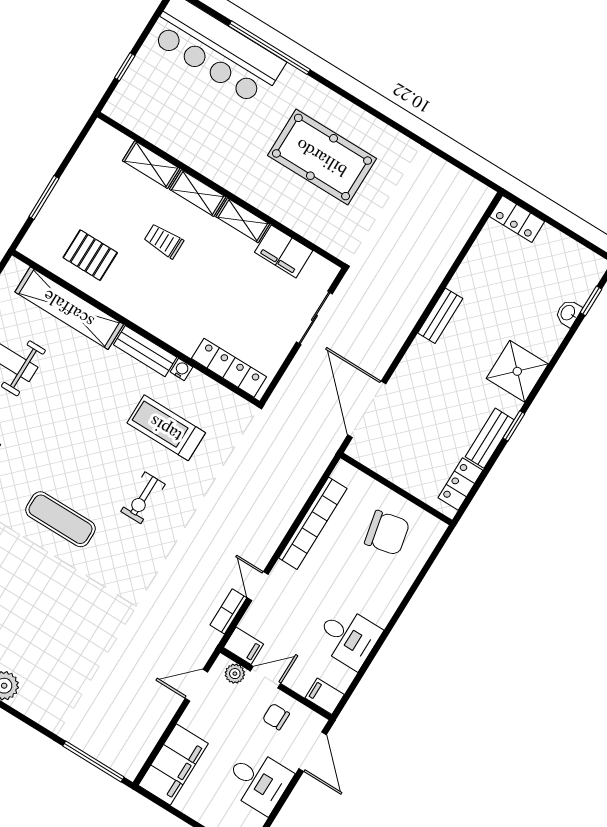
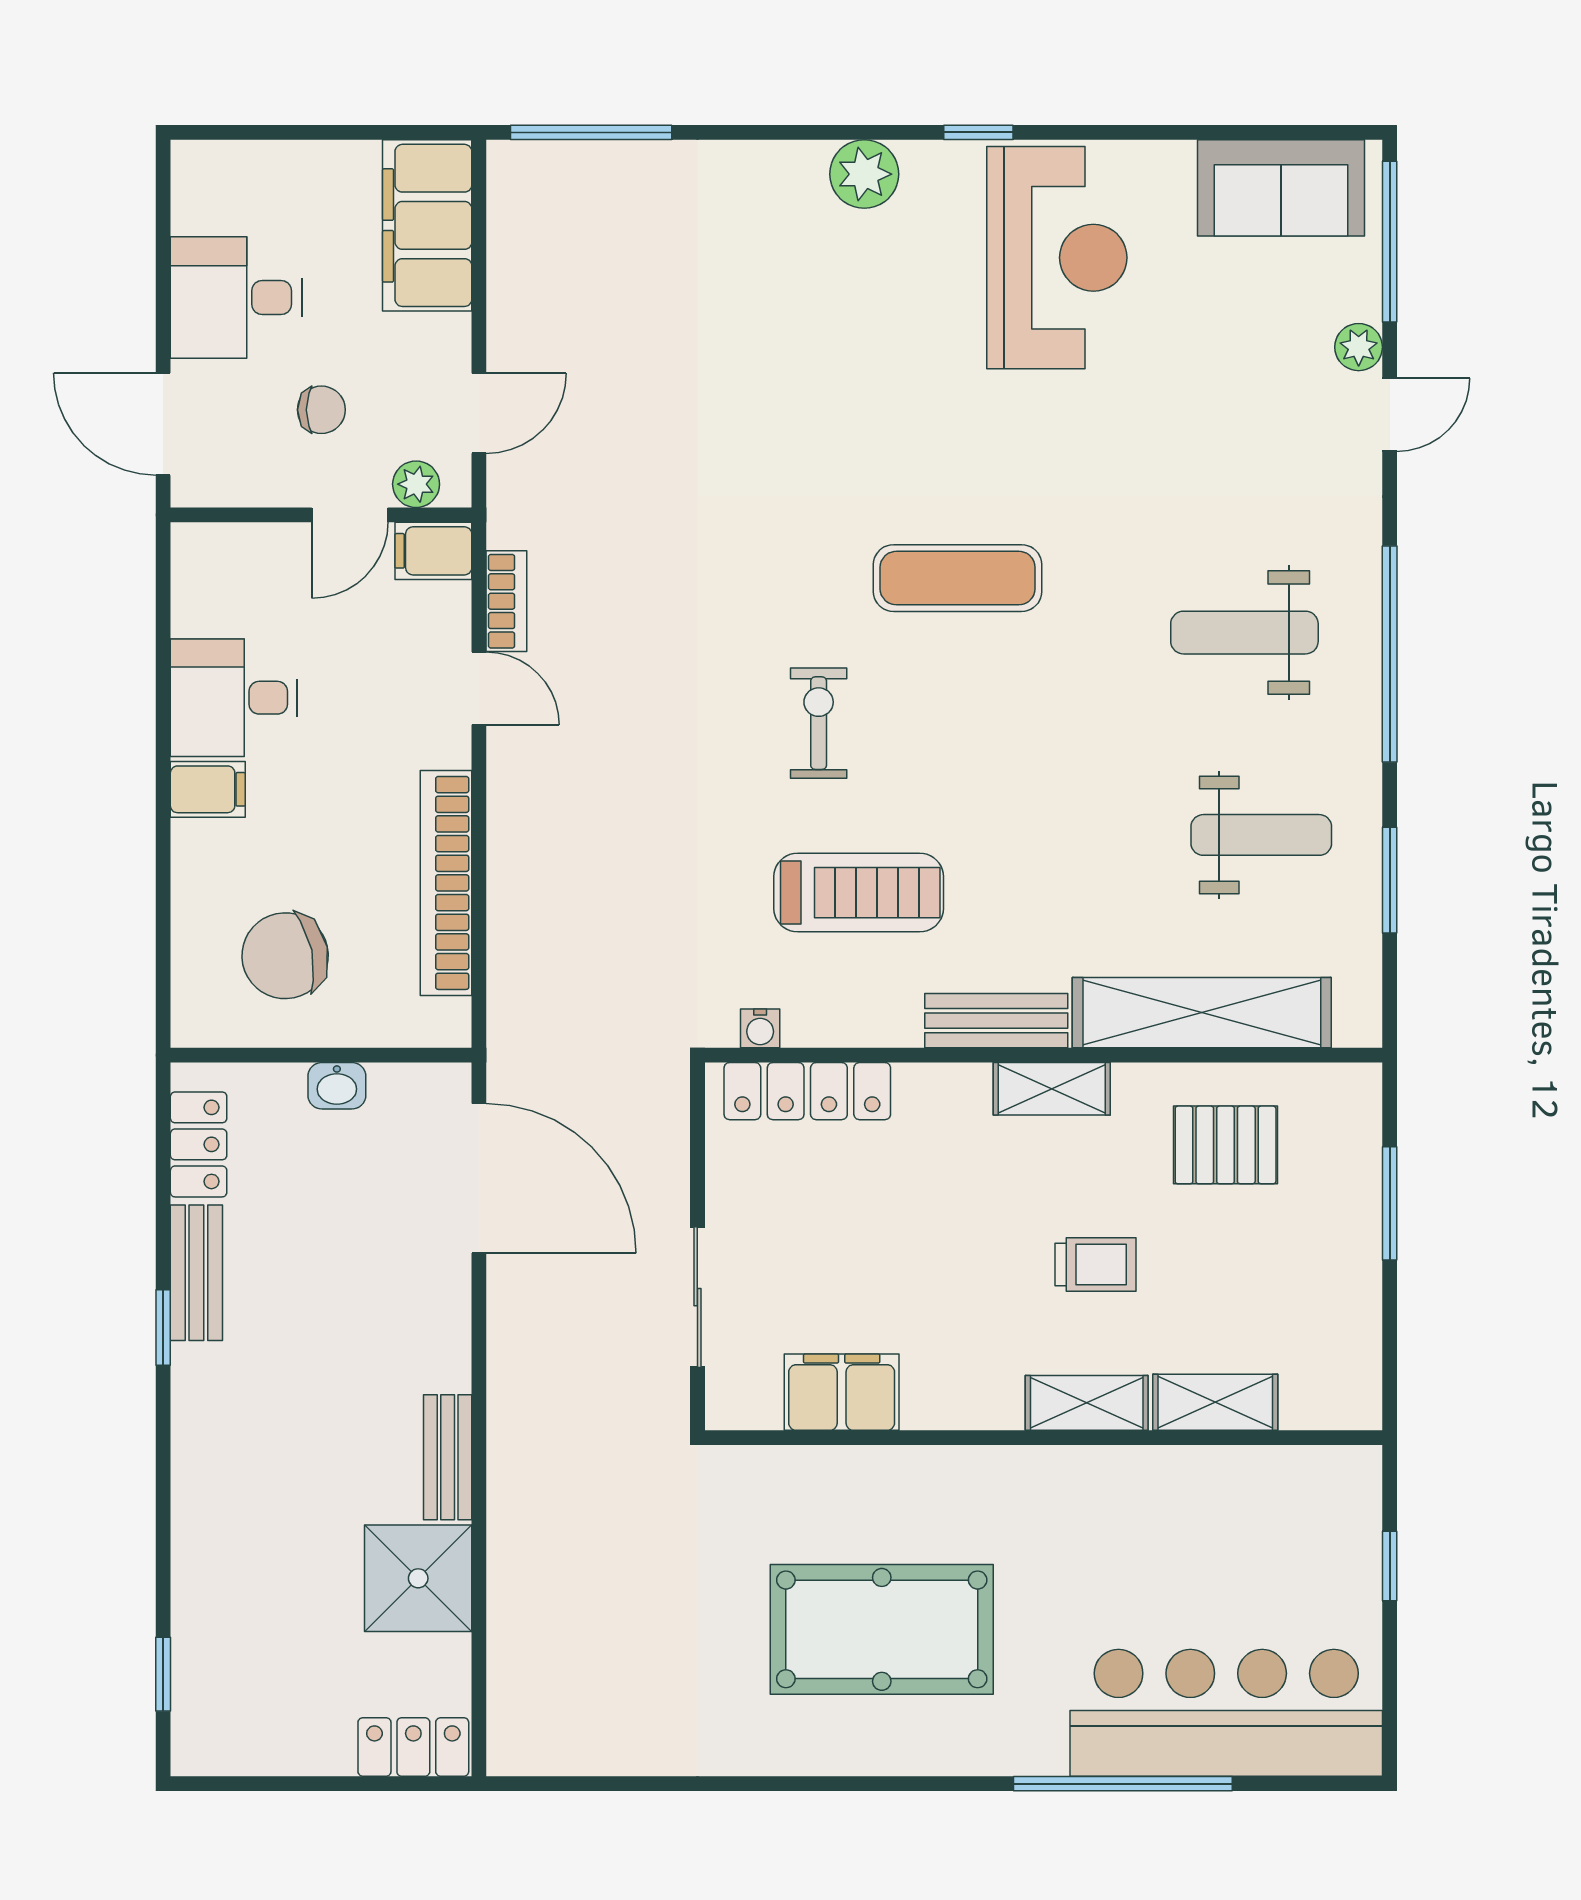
shelving: (243, 220) -> (1052, 1089), moved
washbasin: (568, 313) -> (337, 1086), moved, turned 90
water cooler: (181, 370) -> (760, 1028), moved
shower: (517, 371) -> (418, 1578), moved
filing cabinet: (325, 696) -> (208, 789), moved
chair: (276, 717) -> (321, 410), moved

